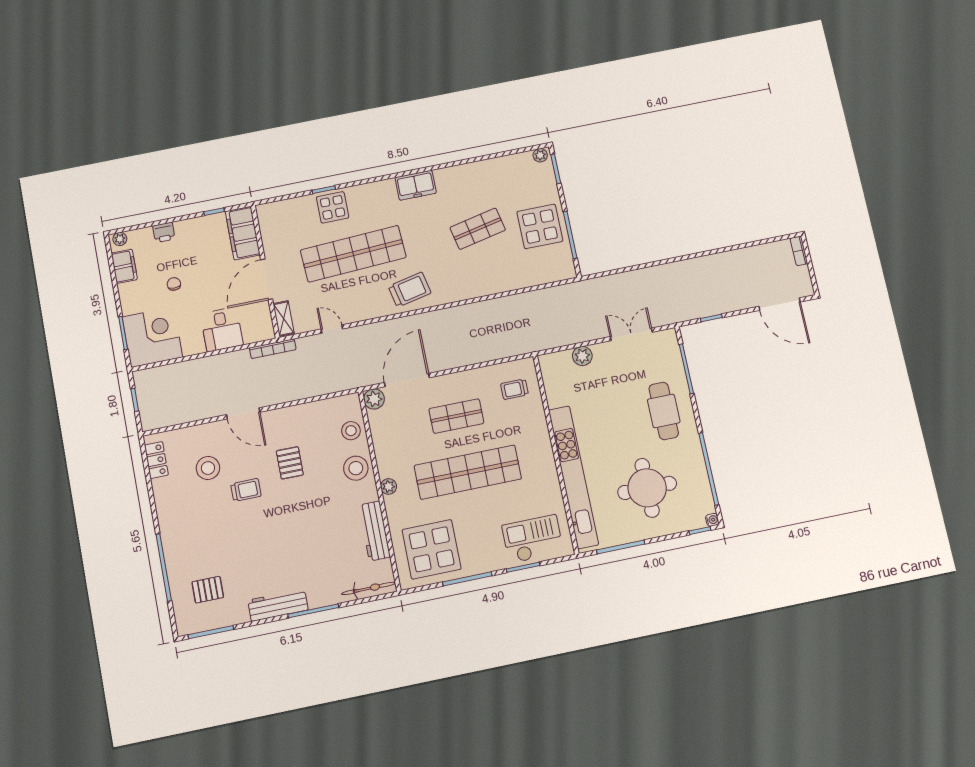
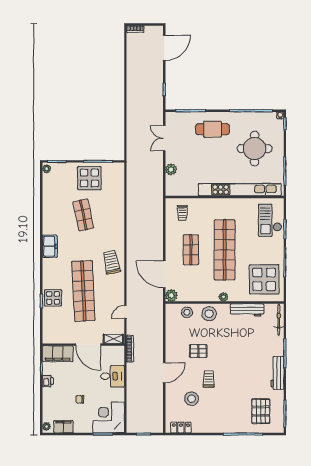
printer: (164, 232) -> (48, 381), moved
pallet: (208, 590) -> (261, 411), width x1.50, depth x1.42

